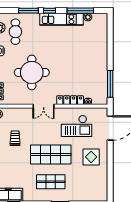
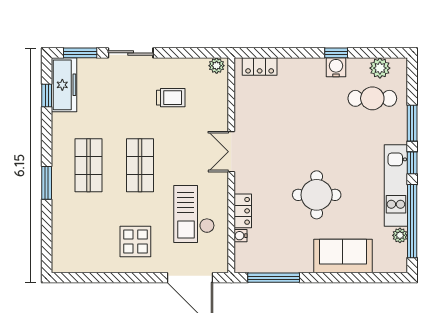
window: (80, 11) -> (412, 221), width x1.46
sofa: (99, 47) -> (343, 256), added
round table: (32, 72) -> (317, 195), moved, width x0.73, depth x0.73
locker: (70, 100) -> (243, 211), width x0.66
shop shelf: (51, 155) -> (140, 165), width x0.70, depth x0.74

